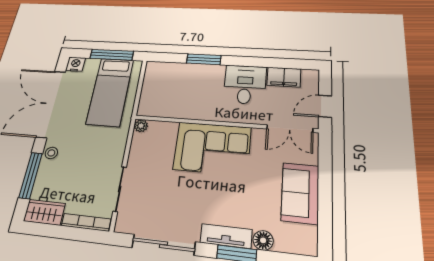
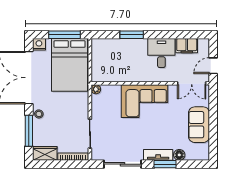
bed: (110, 91) -> (70, 65), width x1.50

